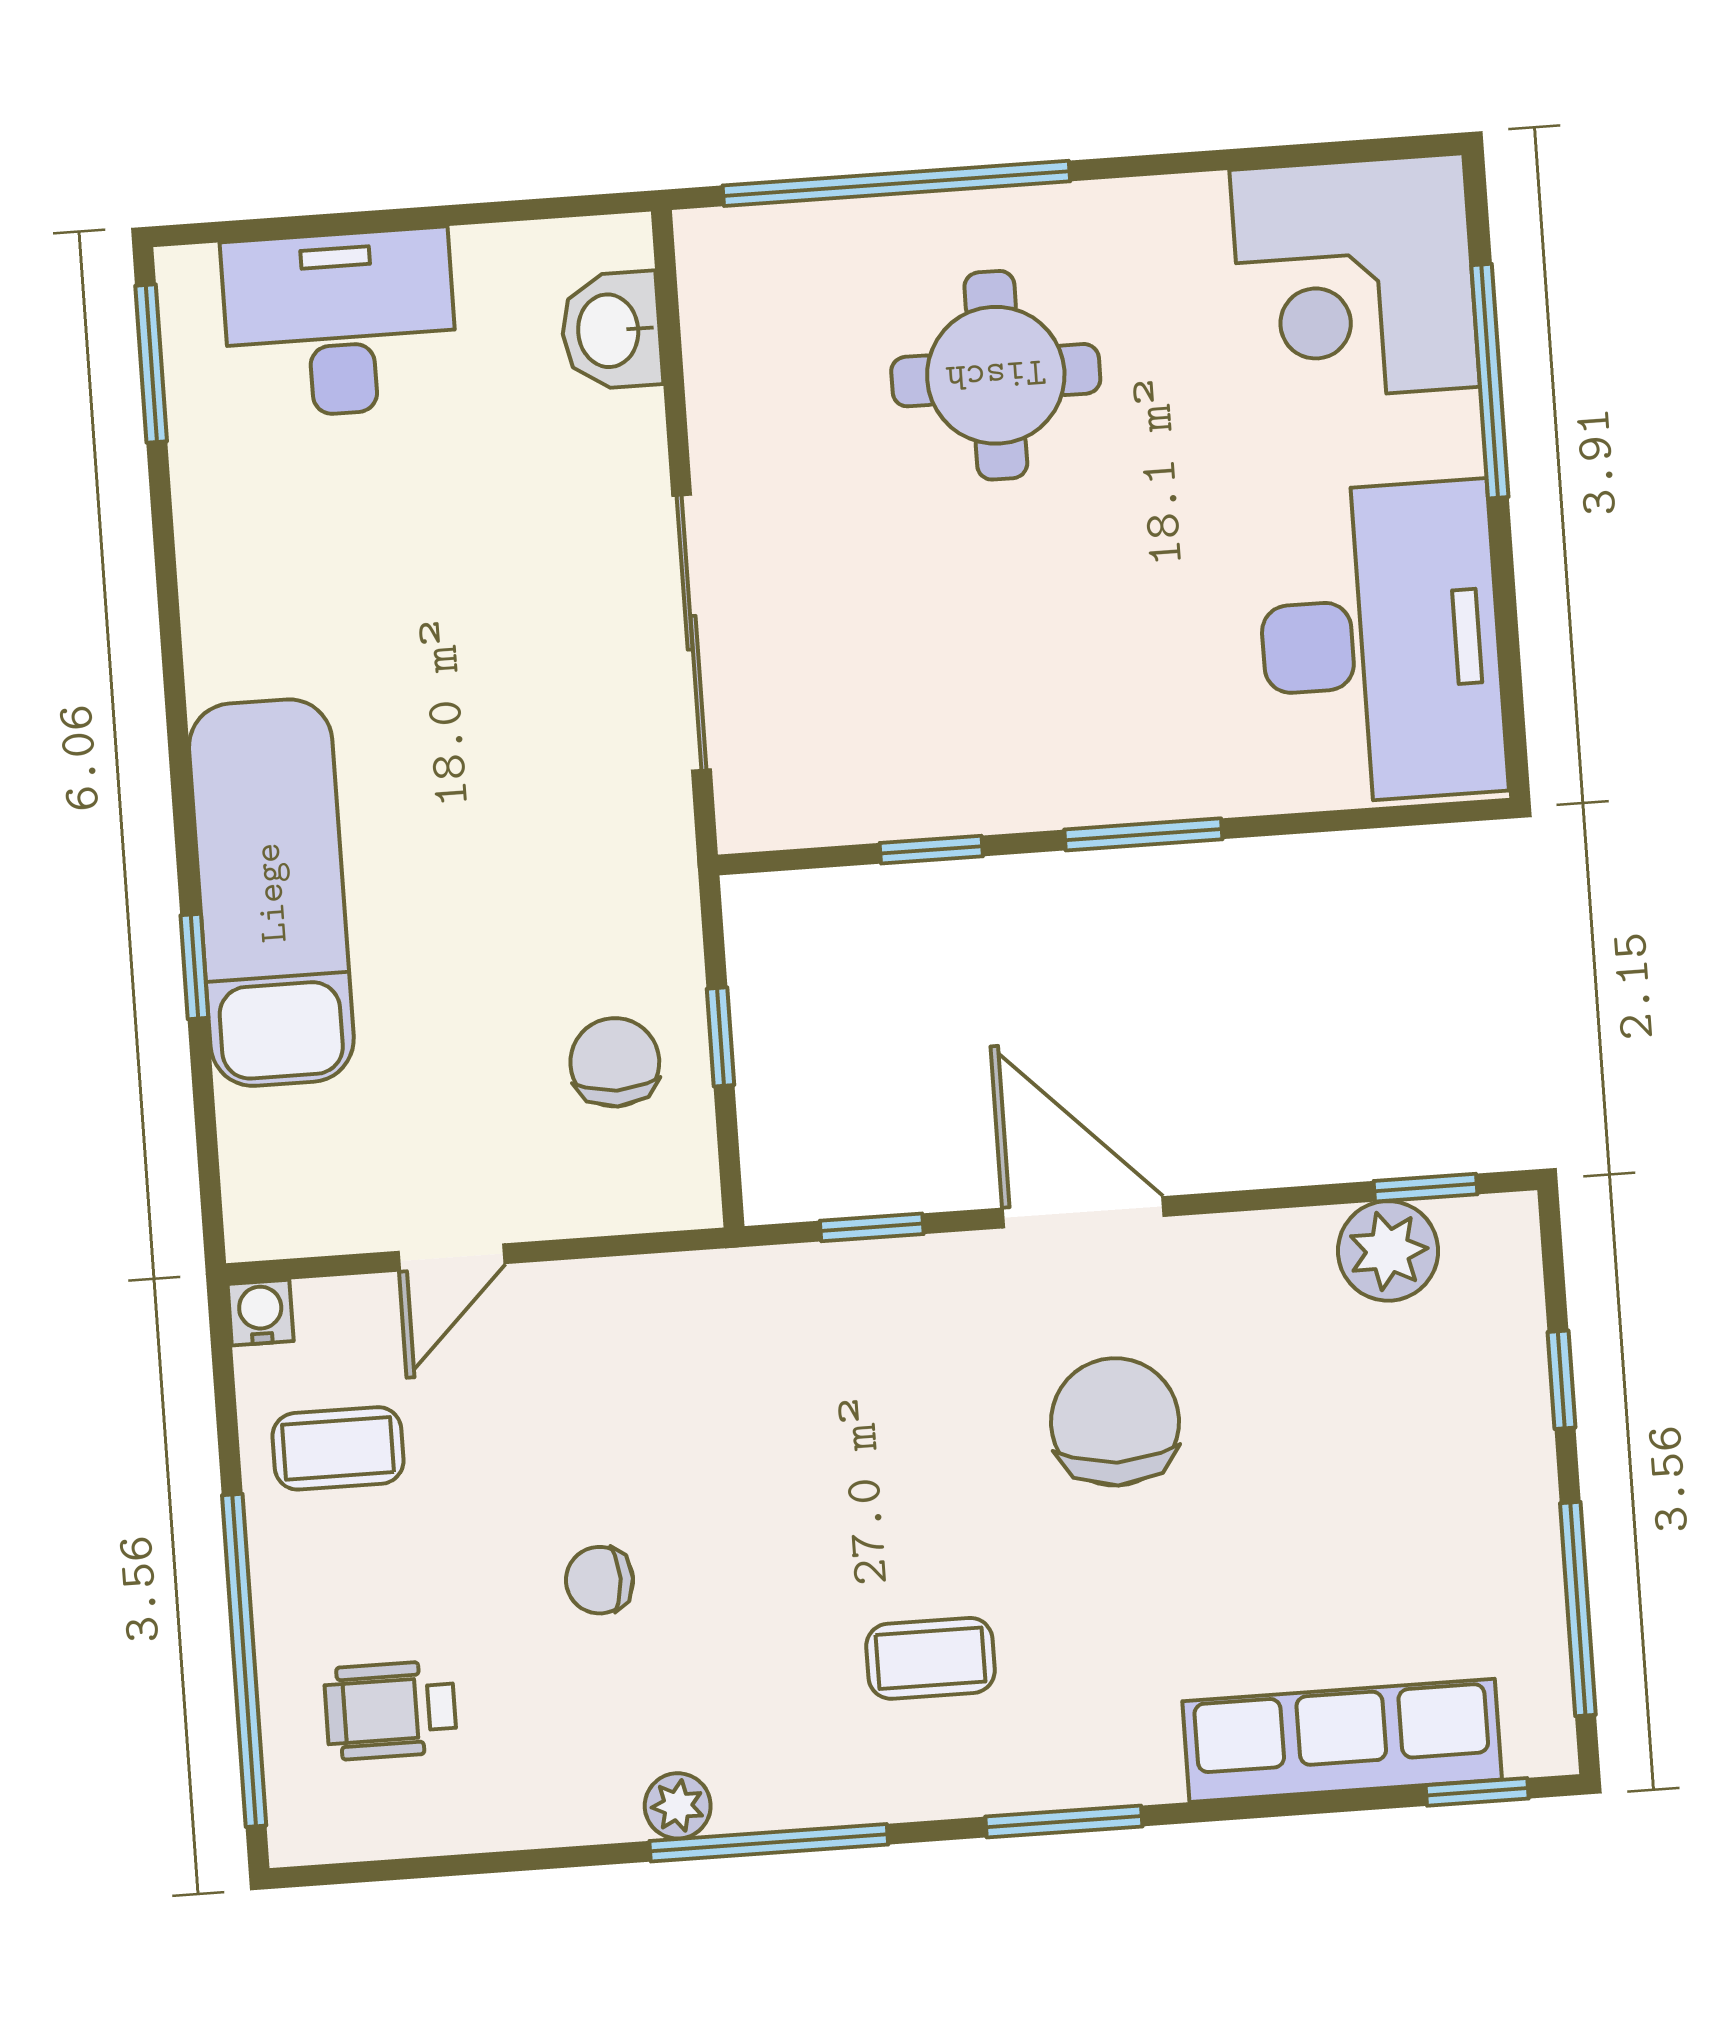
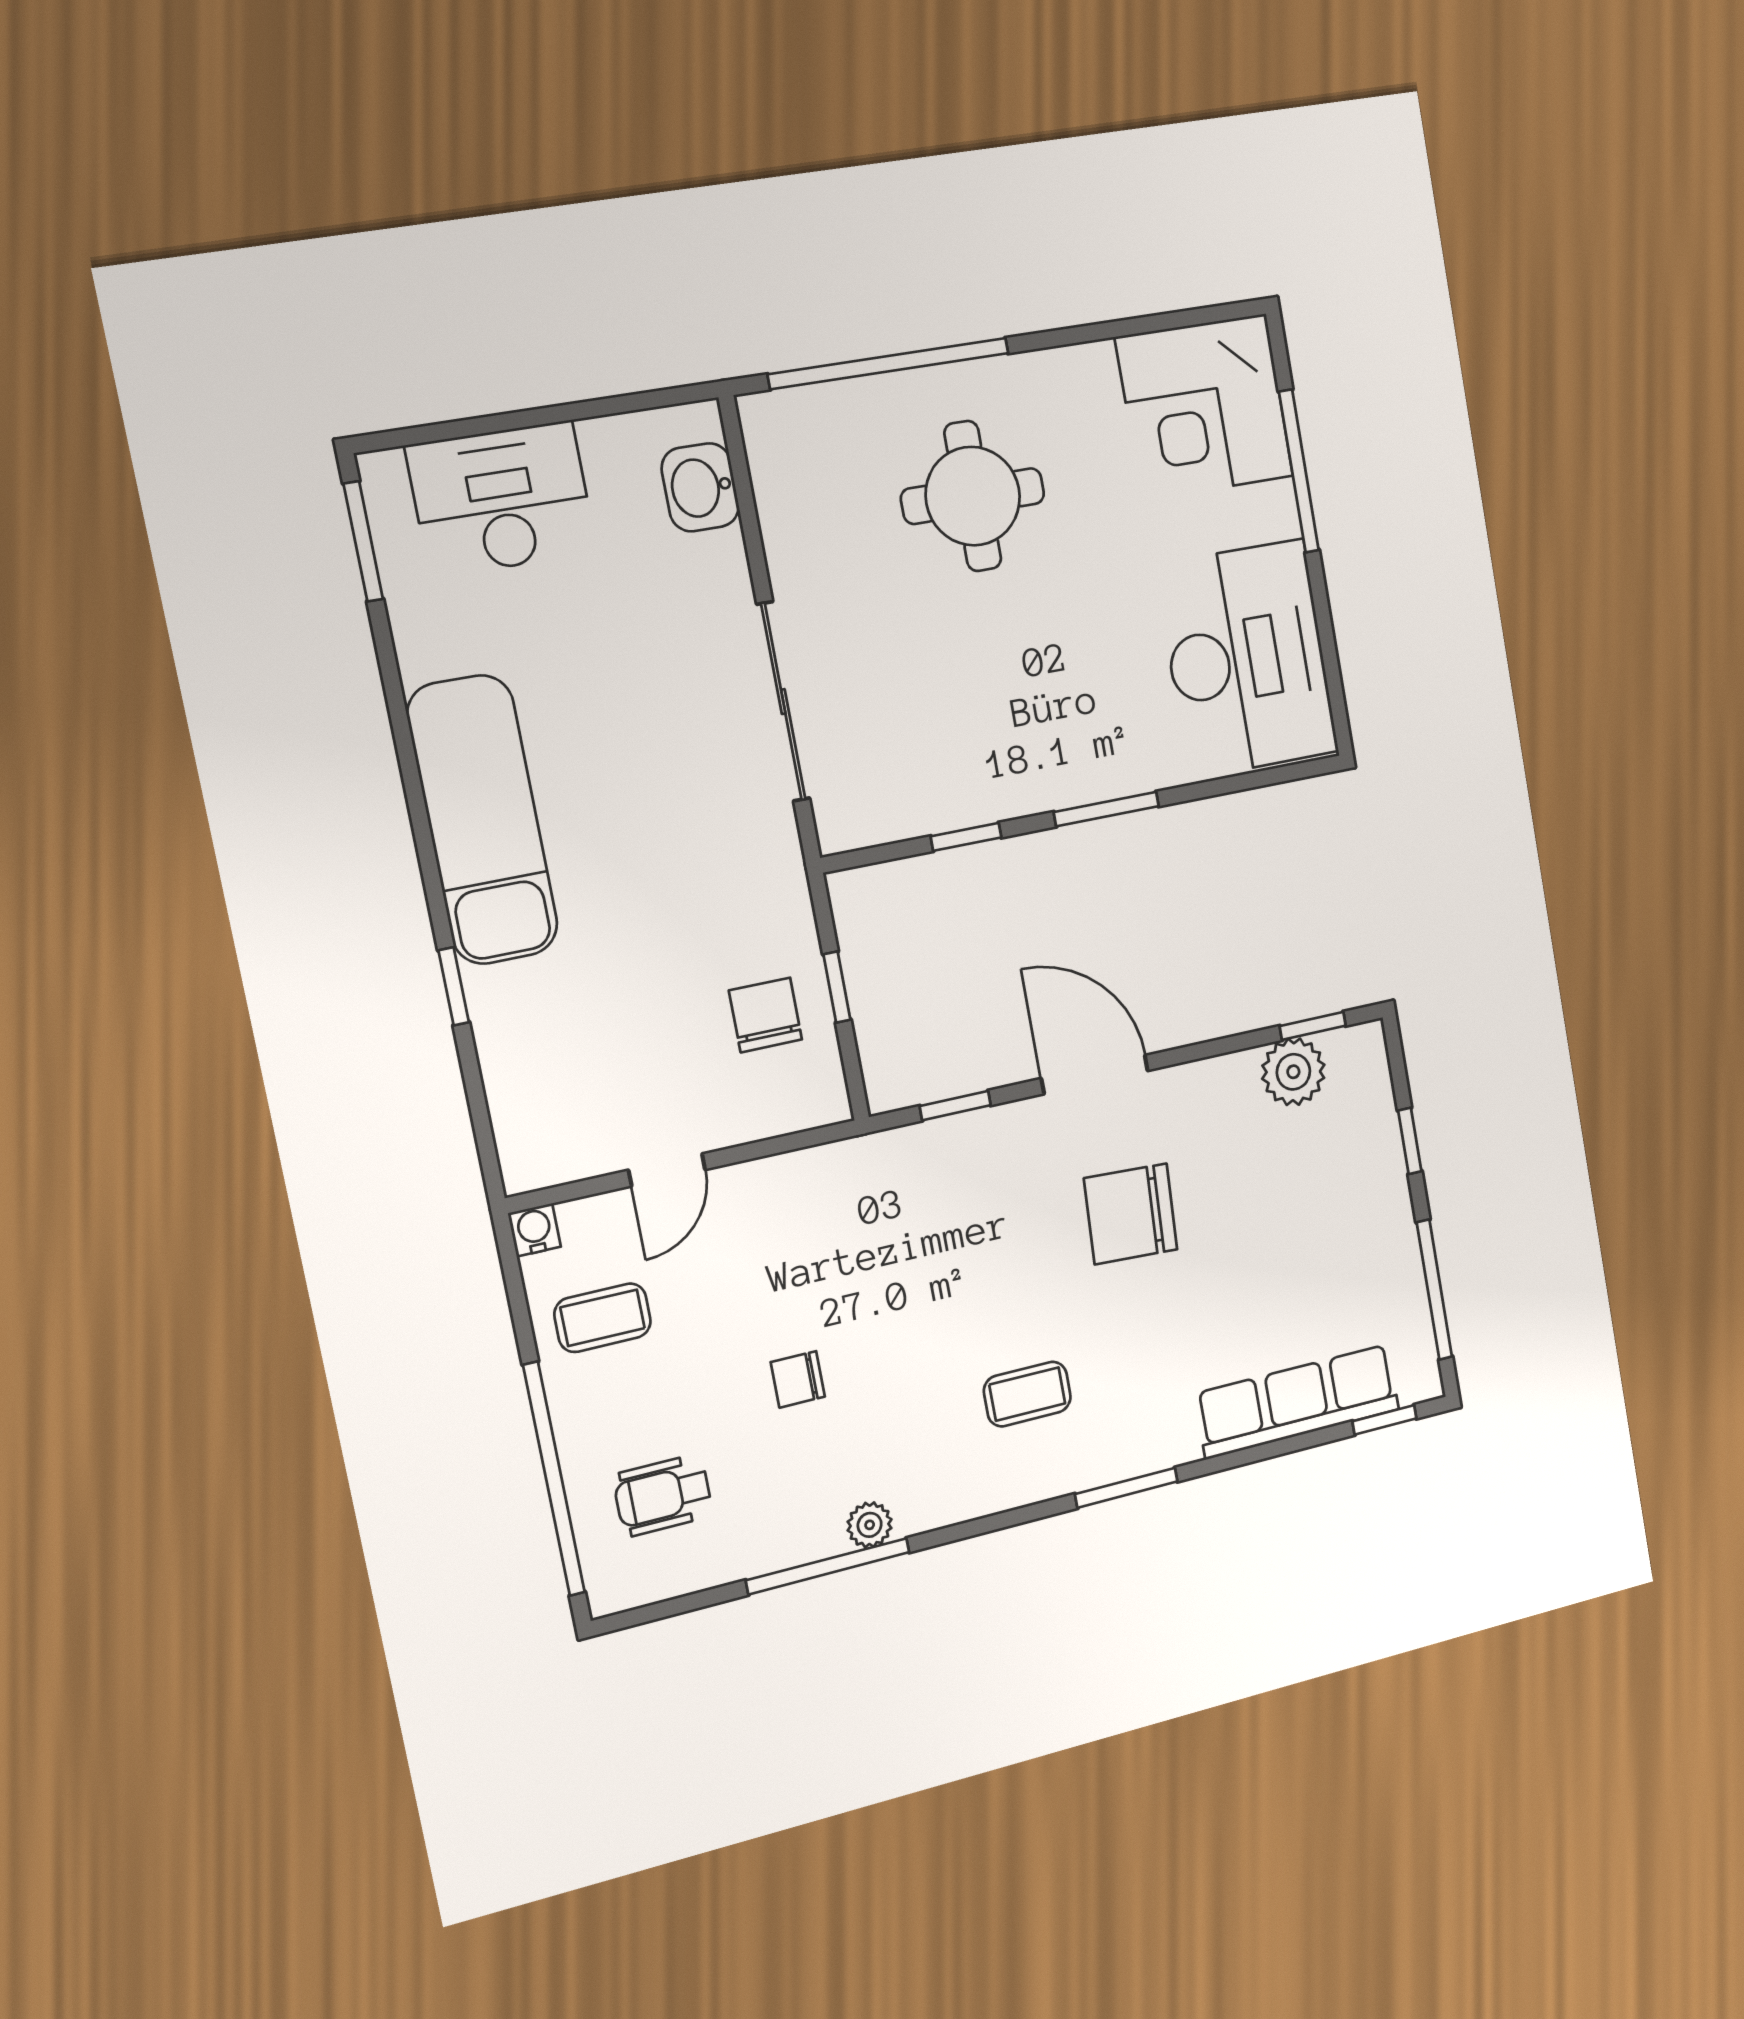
exam couch: (271, 893) -> (483, 820), moved
chair: (1115, 1422) -> (1131, 1214), turned -88
window: (769, 1843) -> (828, 1566), moved

